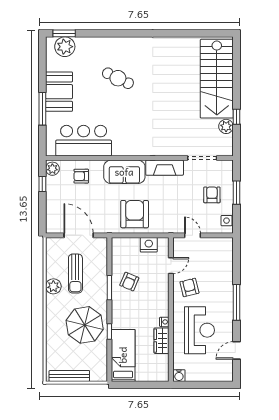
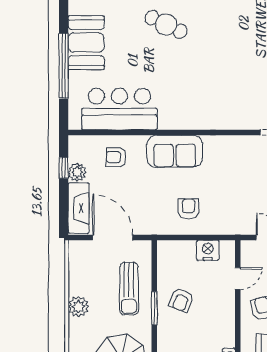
window: (42, 109) -> (64, 66), width x1.46
fireplace: (165, 168) -> (78, 208), moved, turned -90
plant: (52, 169) -> (77, 172), moved
armchair: (135, 214) -> (189, 209), width x0.53, depth x0.53
sun lounger: (75, 274) -> (129, 289), moved

